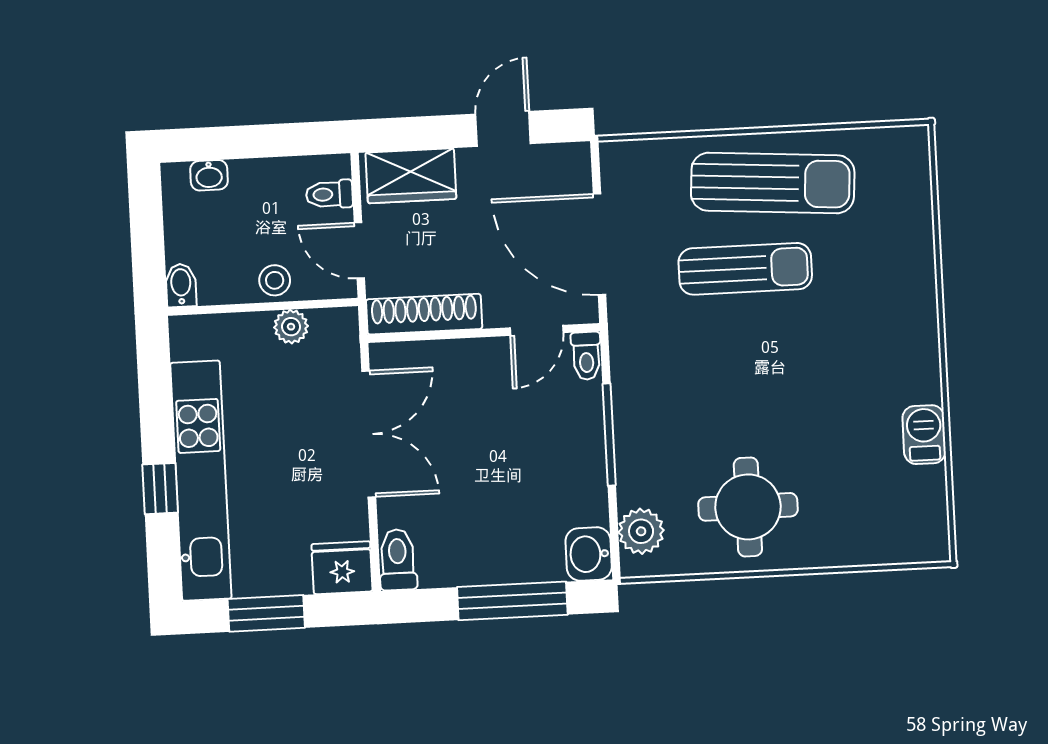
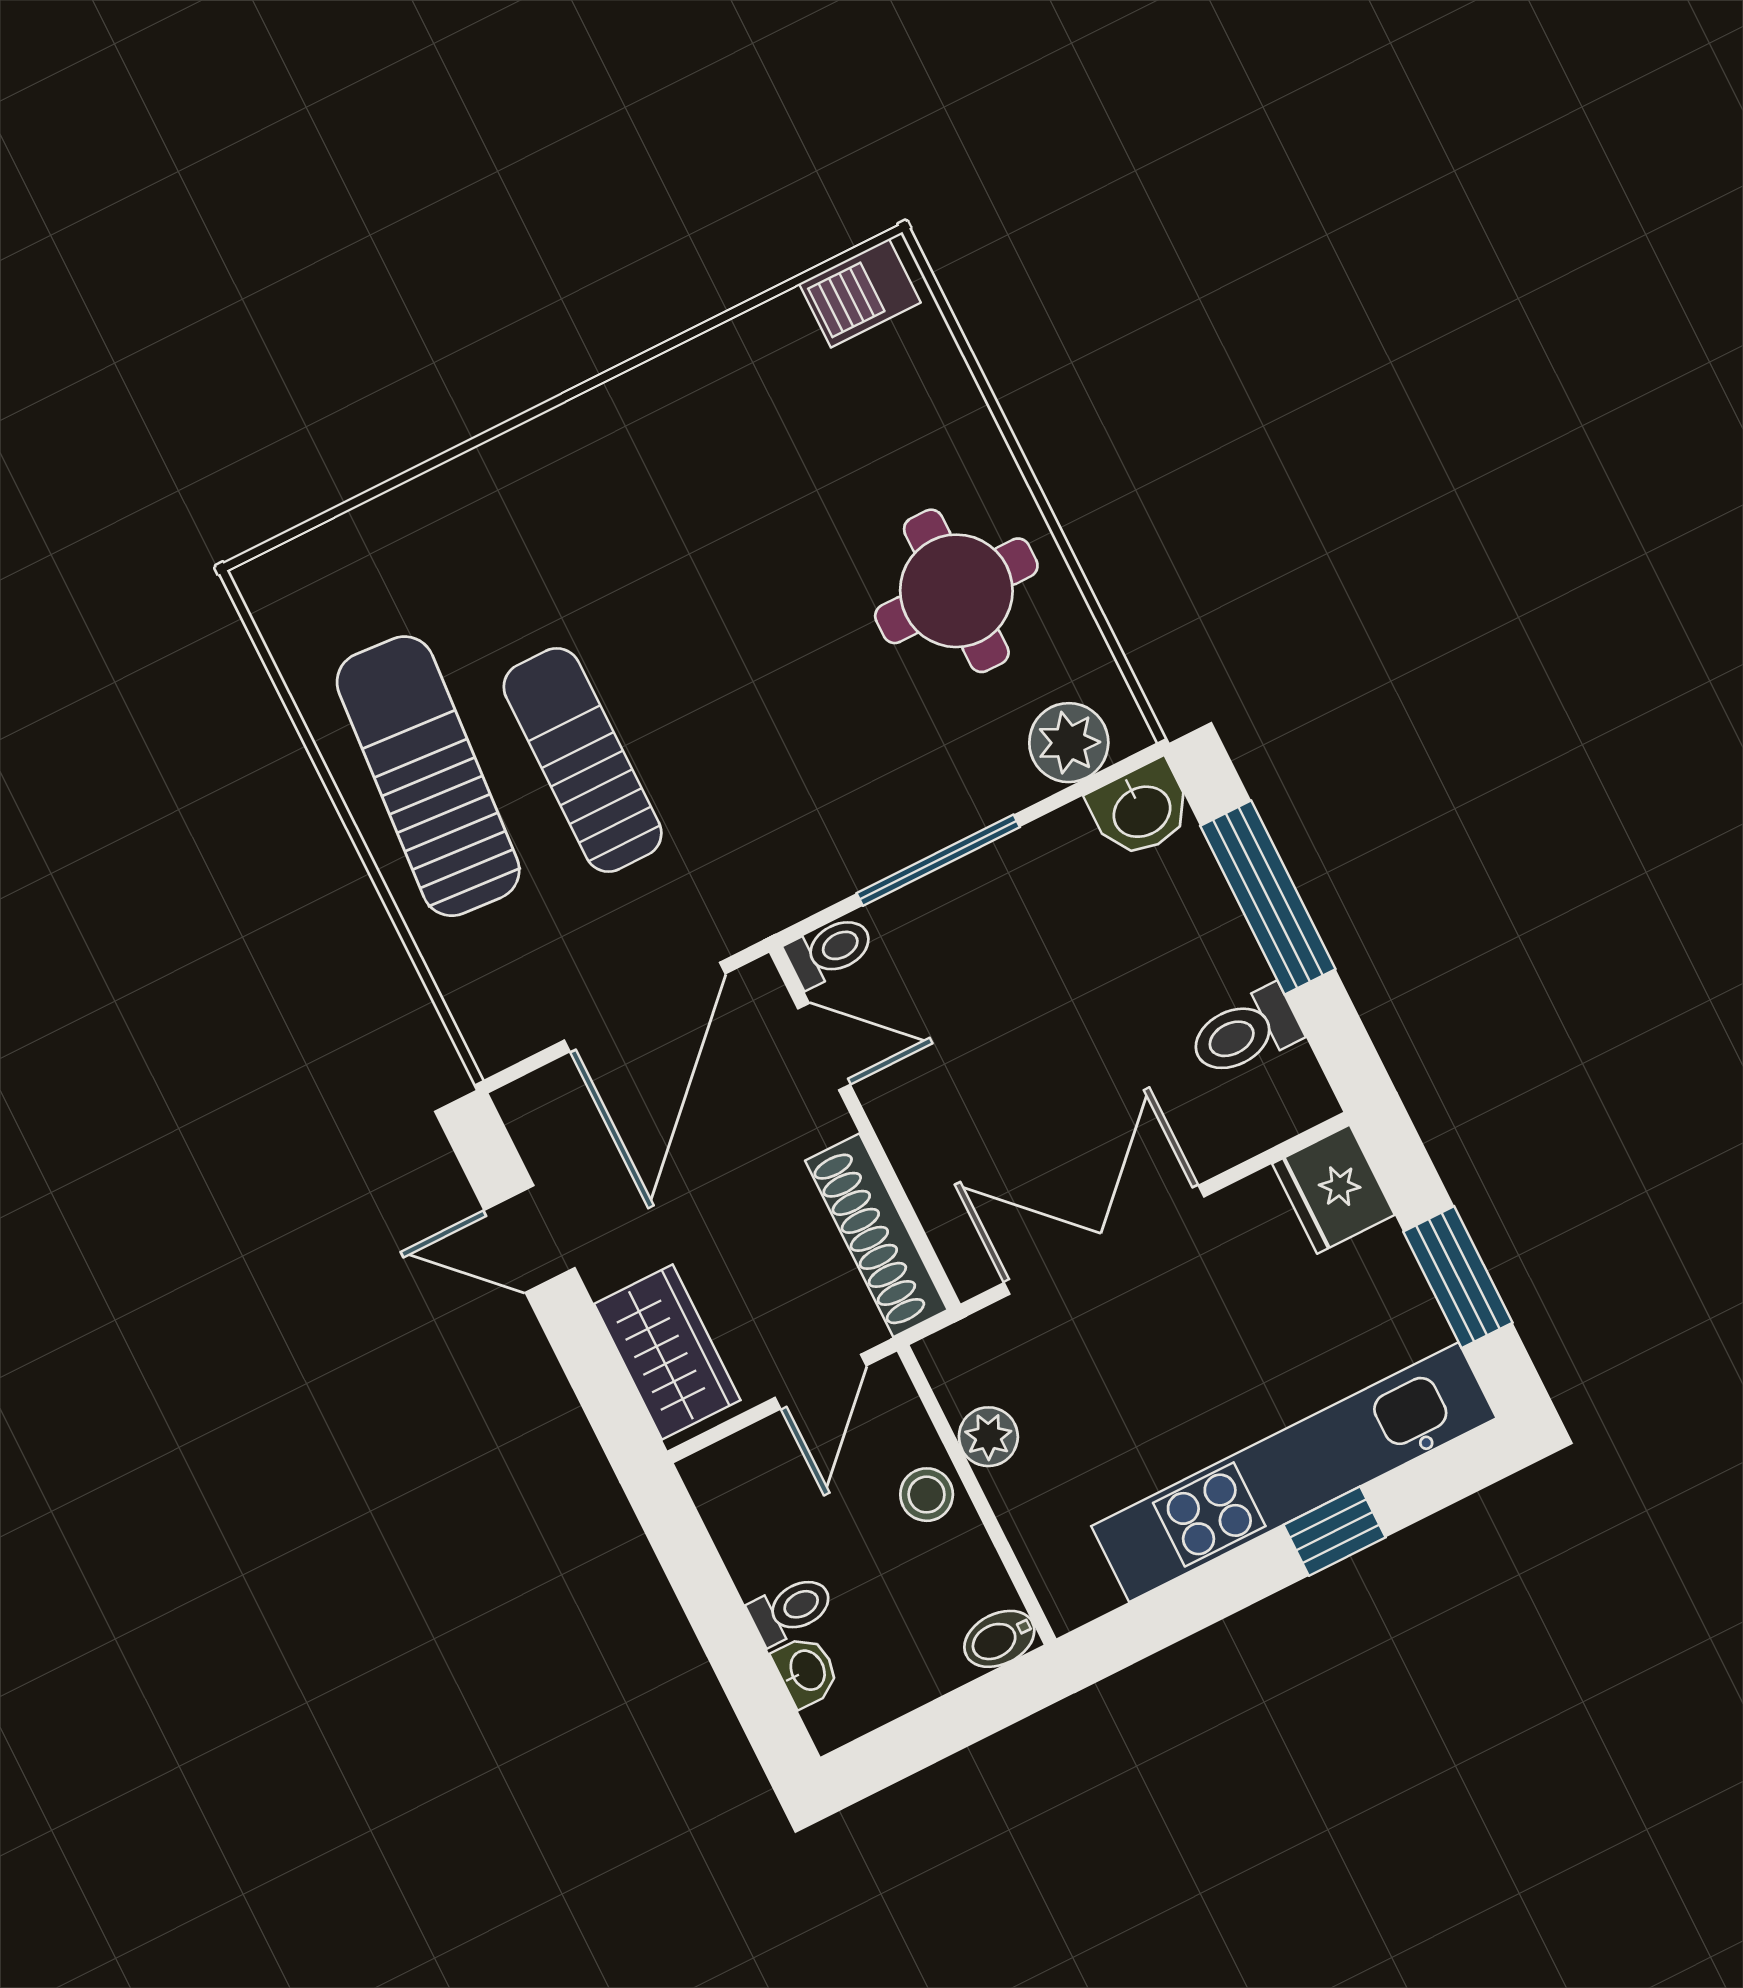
toilet: (329, 194) -> (791, 1609), moved, turned -90
barbecue: (924, 435) -> (860, 293), moved
toilet: (398, 560) -> (1245, 1032), moved

